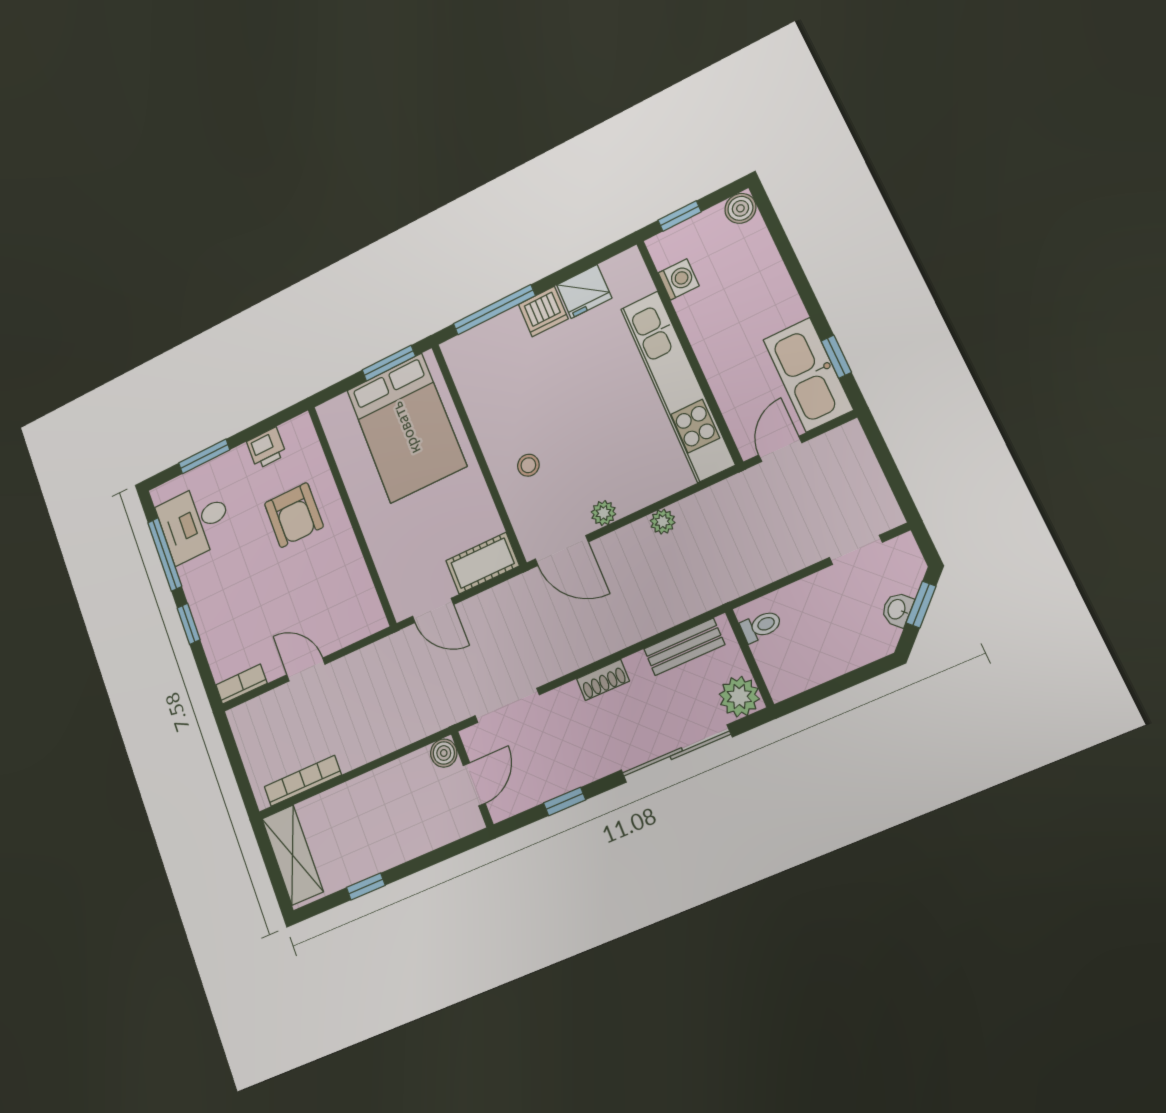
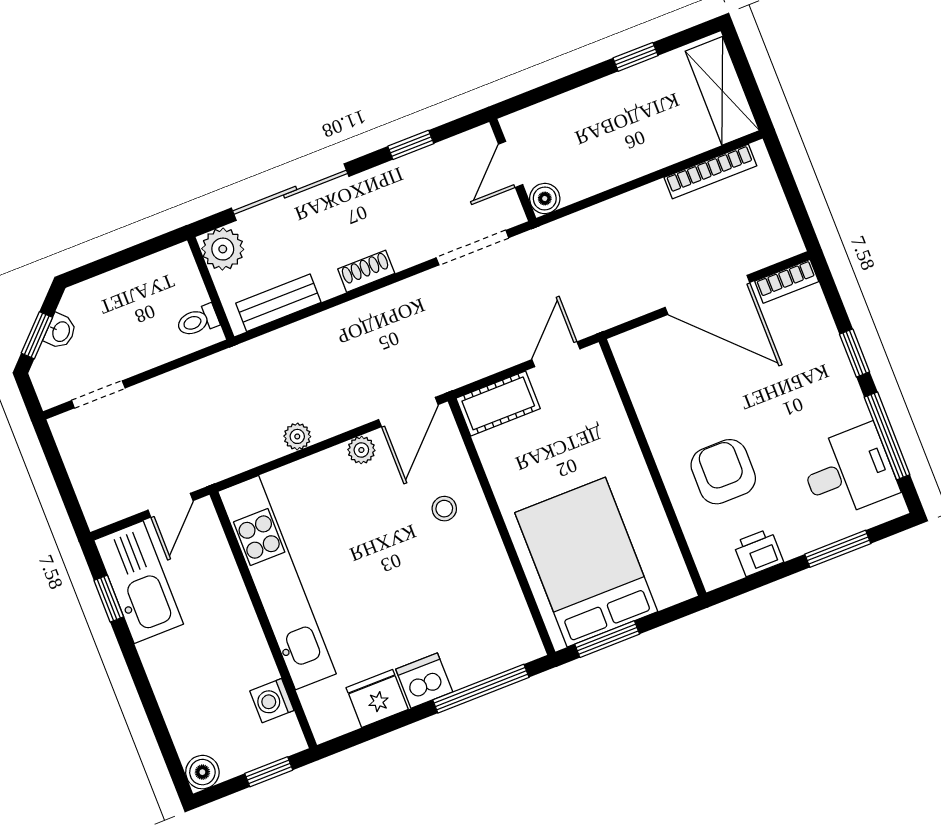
door: (562, 551) -> (408, 412), swing flipped
door: (433, 610) -> (556, 354), hinge flipped
door: (306, 670) -> (707, 295), width x1.87

